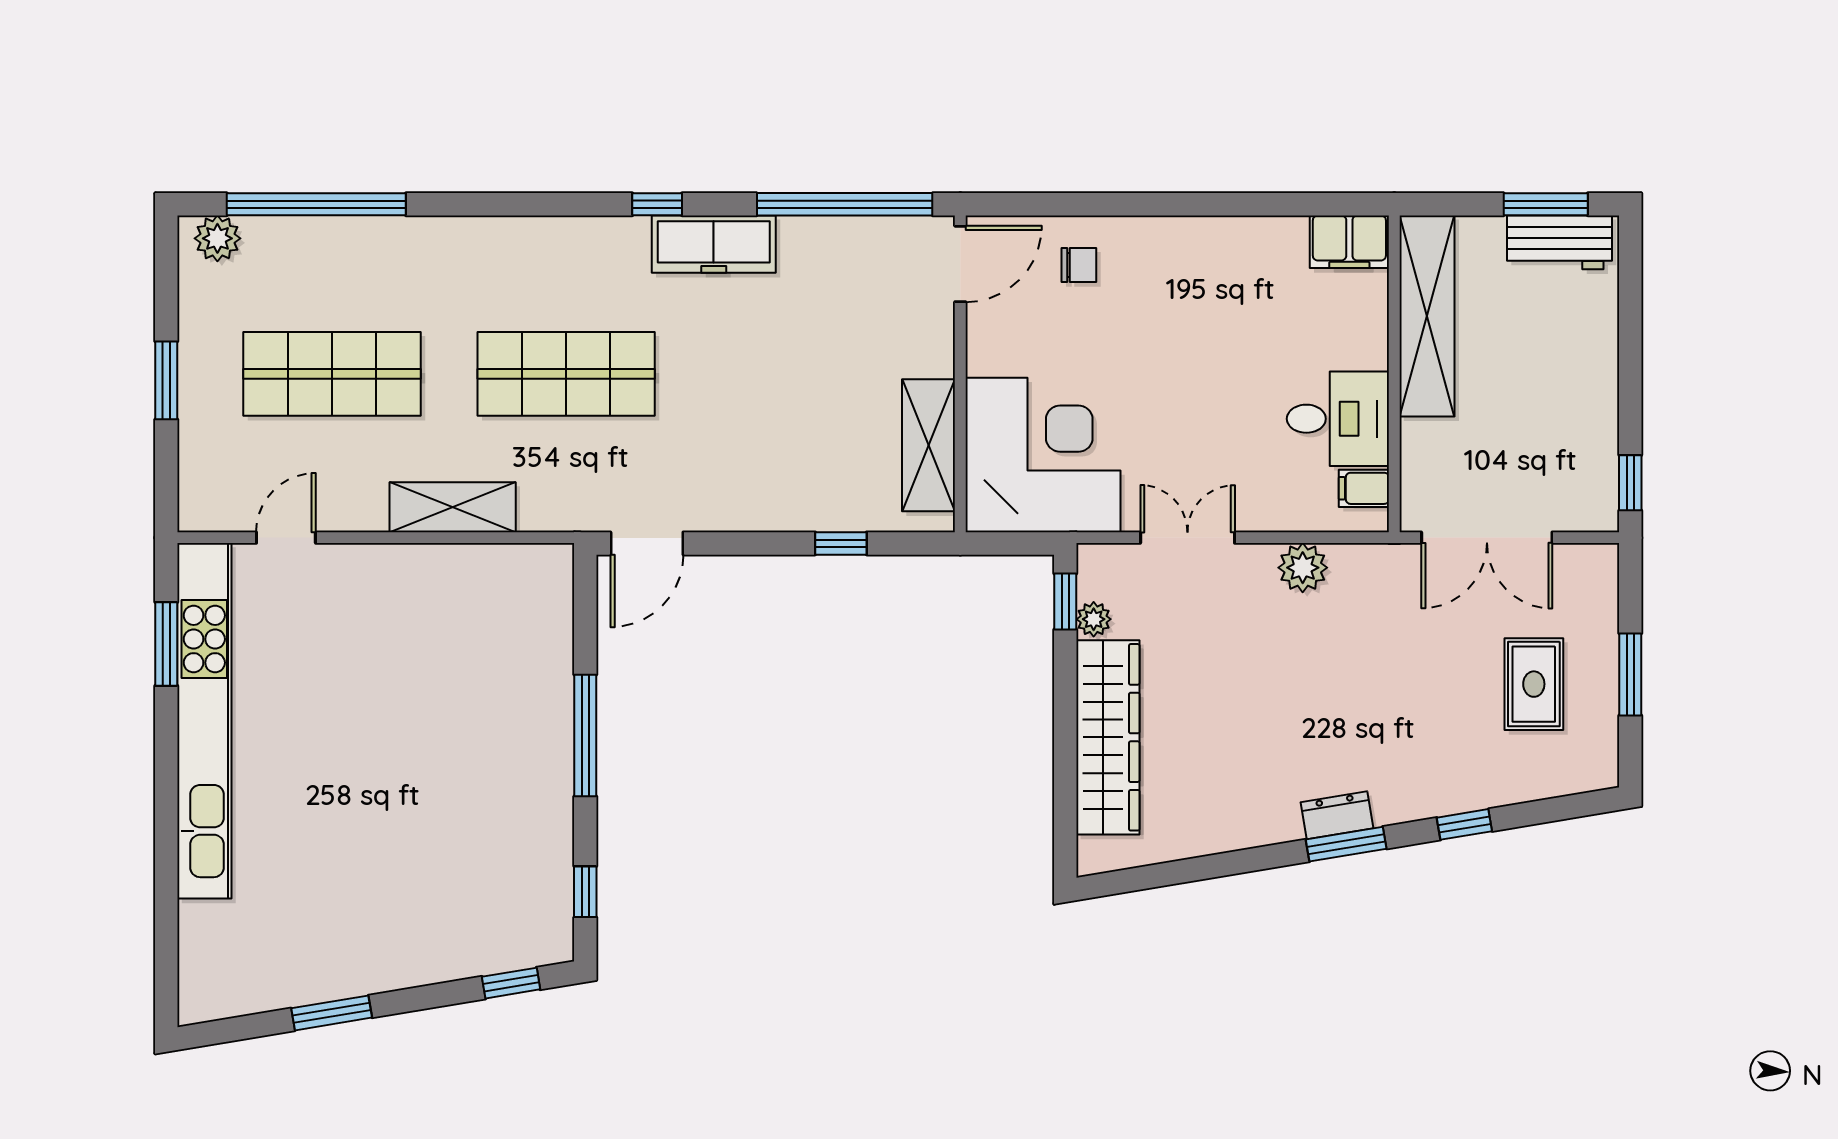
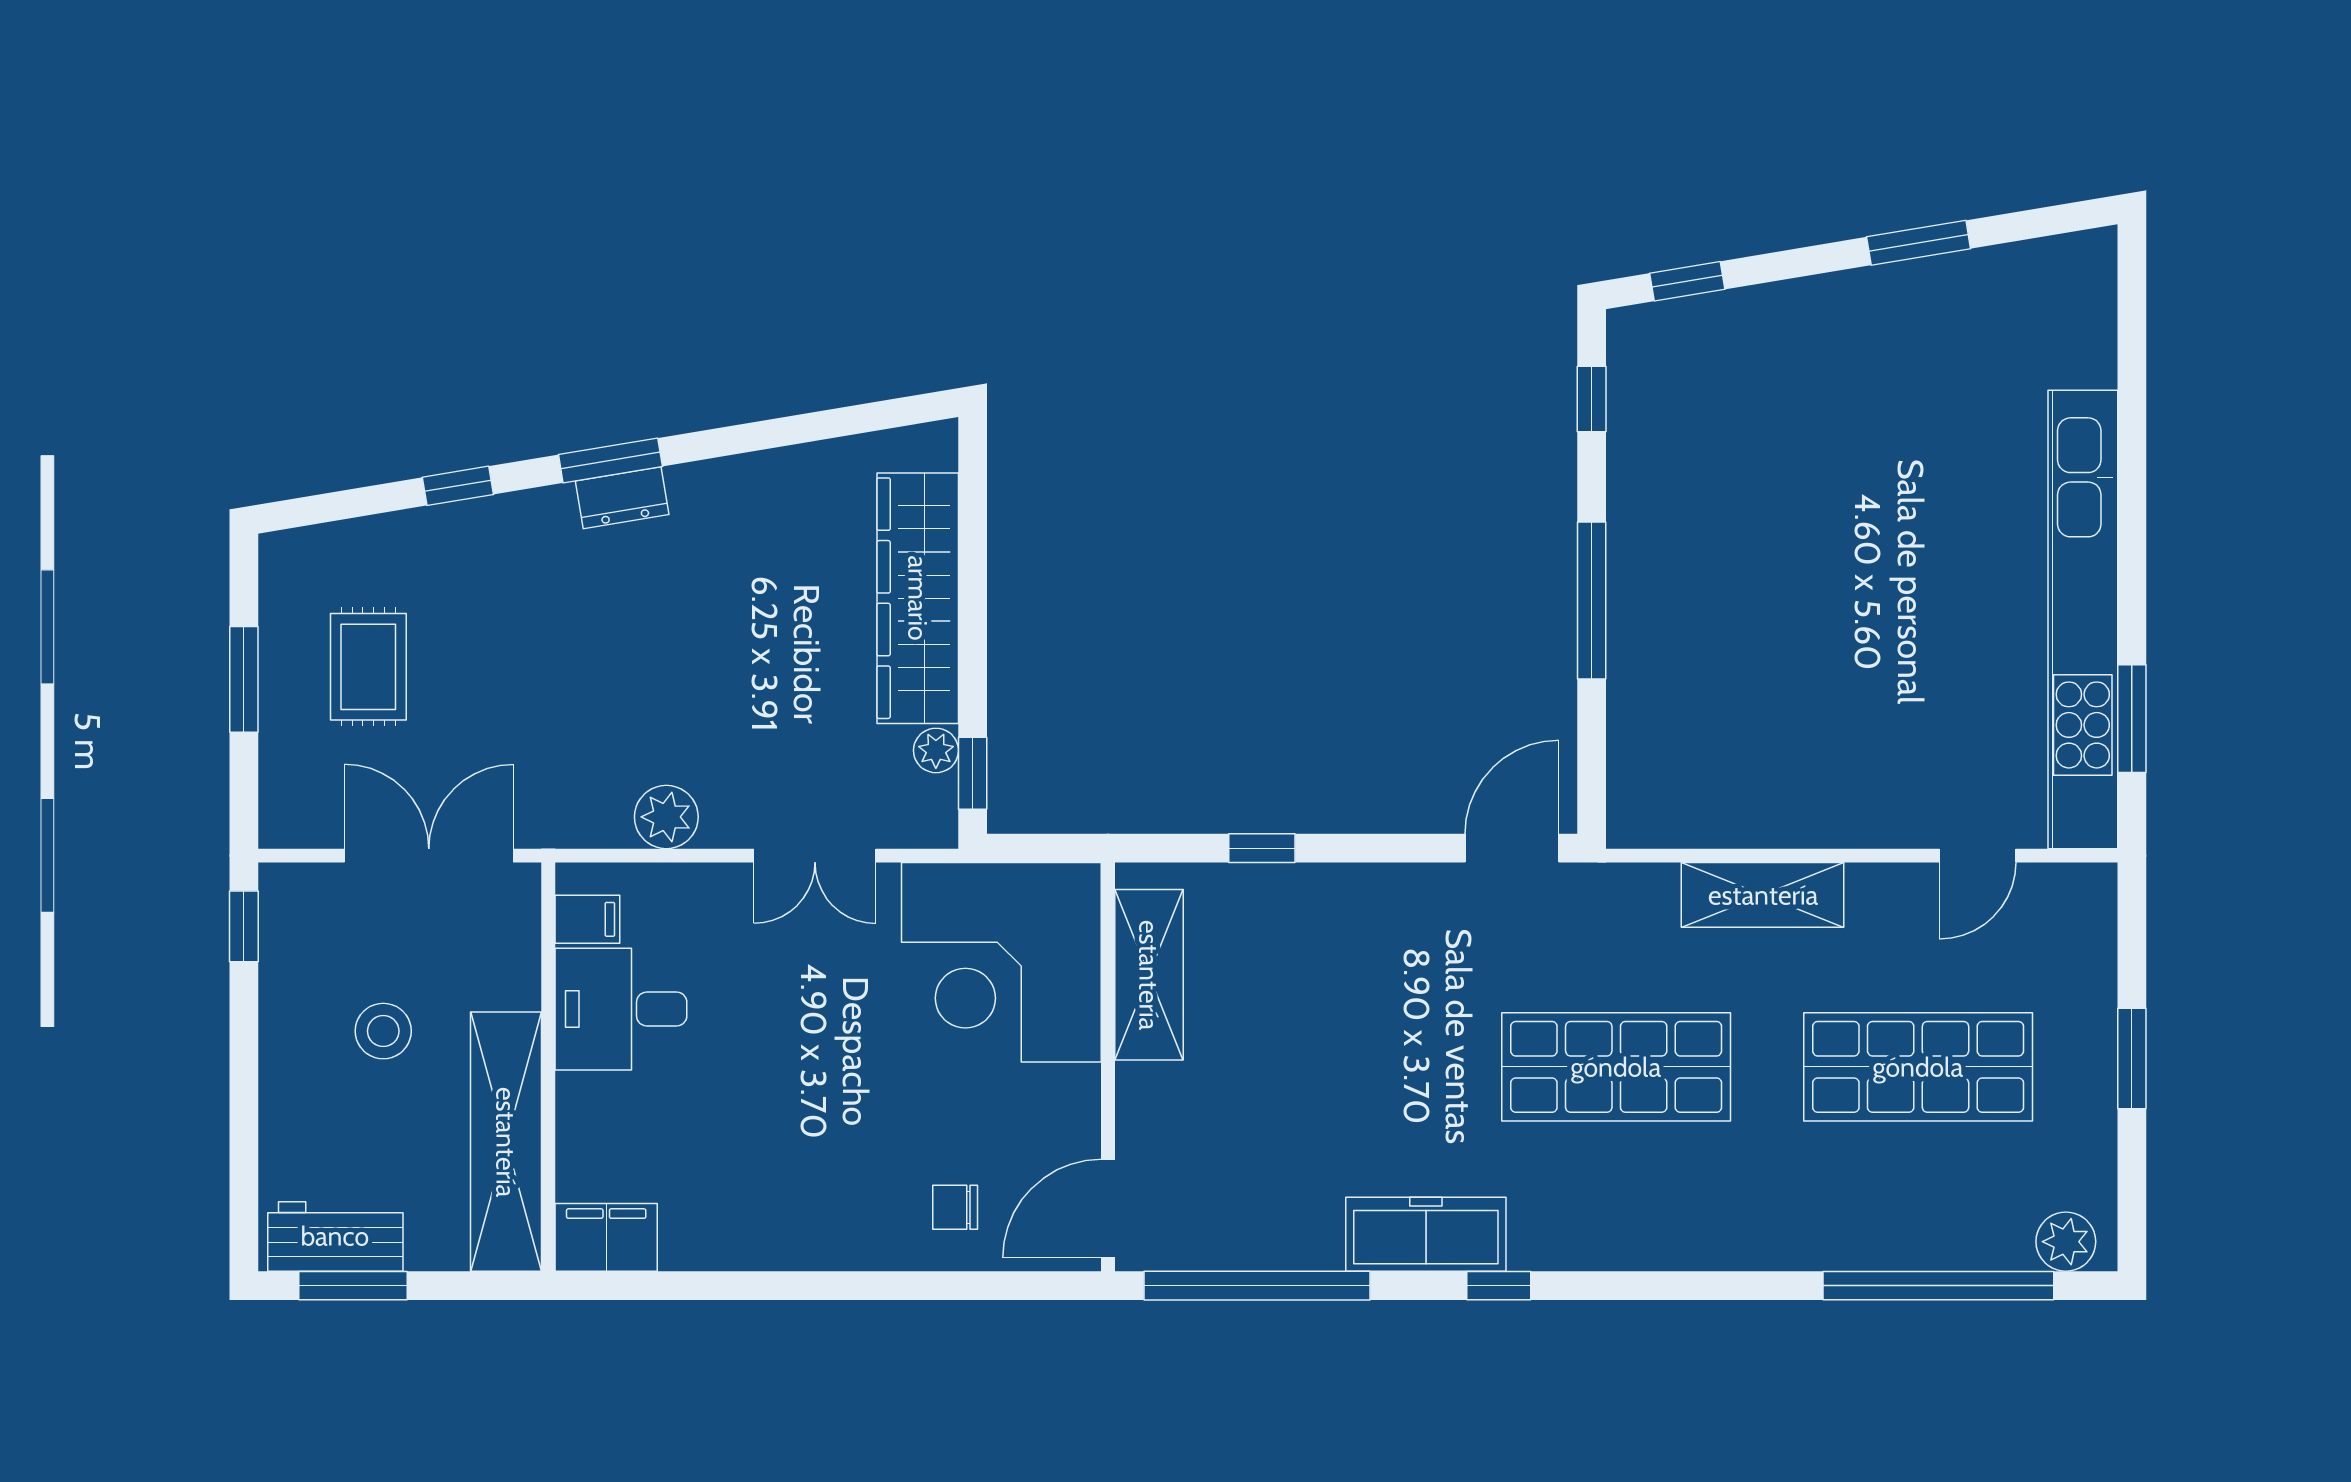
stool: (1522, 402) -> (383, 1031), added

